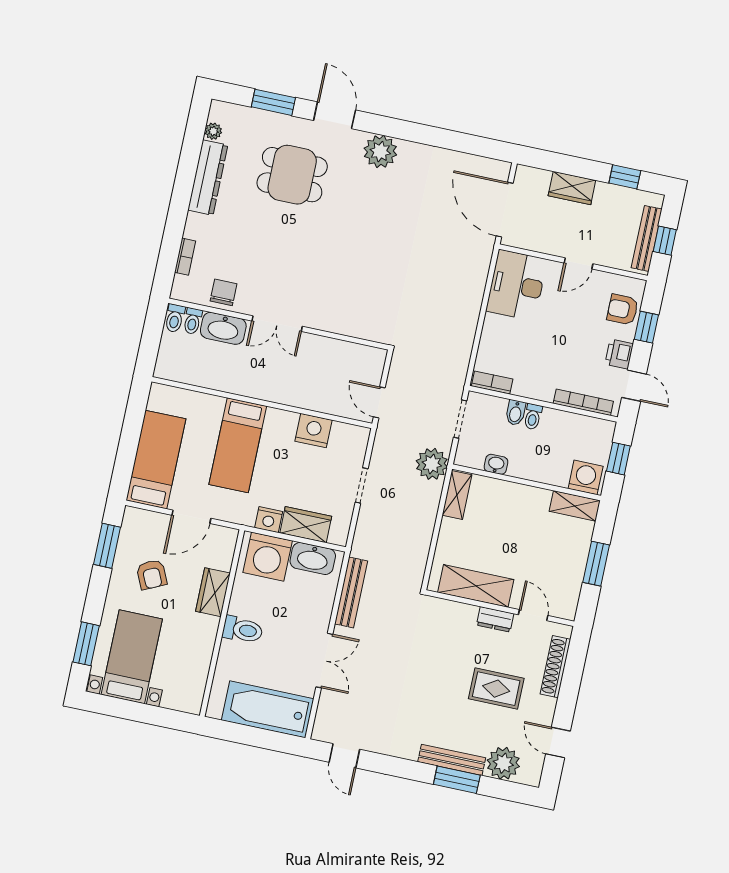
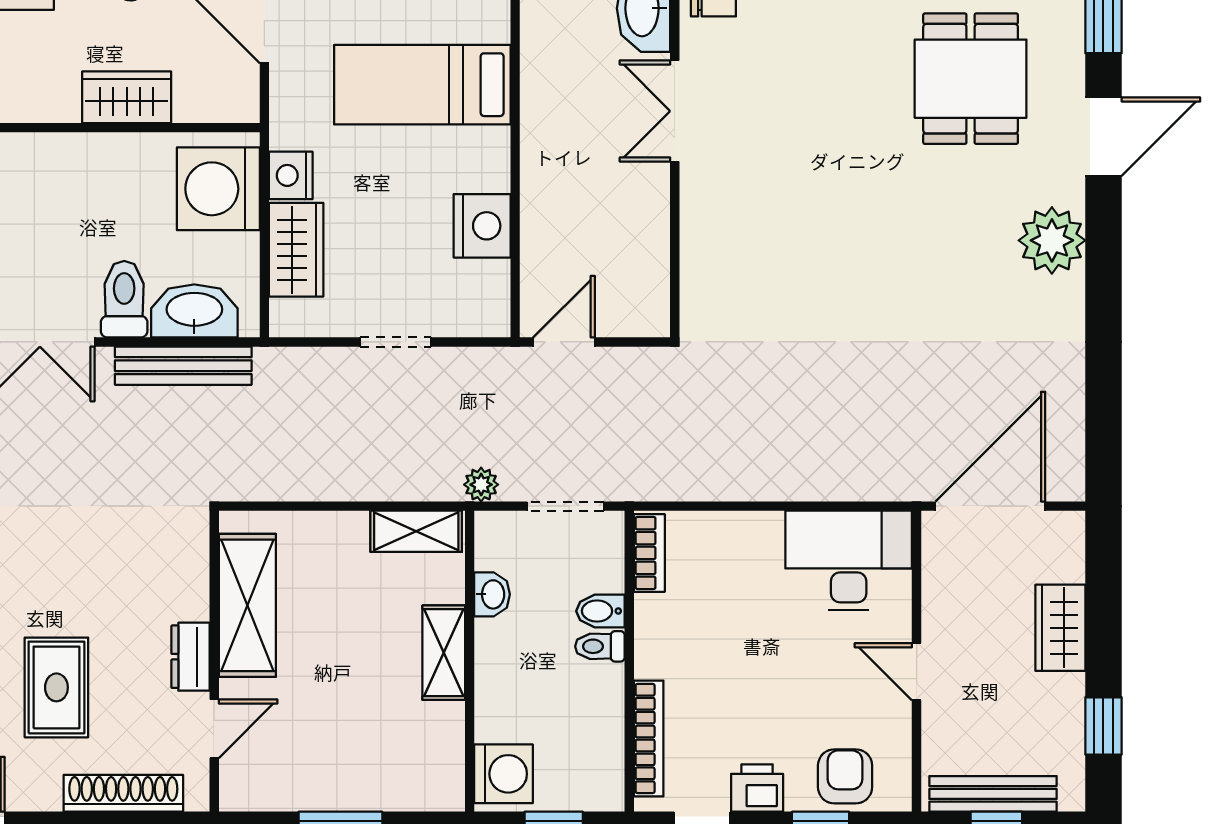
plant: (432, 464) -> (481, 485), width x0.53, depth x0.53
shelving: (575, 506) -> (444, 653), moved
washbasin: (313, 558) -> (194, 311), moved, turned 90
toilet: (243, 630) -> (124, 299), moved, turned 180

